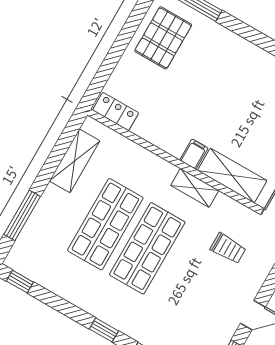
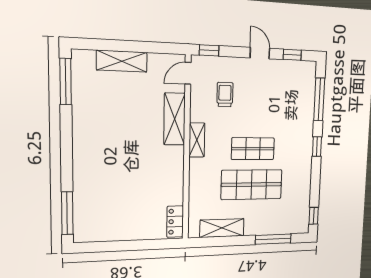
pallet: (163, 38) -> (106, 220), removed
filing cabinet: (194, 154) -> (175, 153), removed
shop shelf: (147, 248) -> (253, 149), width x0.70, depth x0.74

